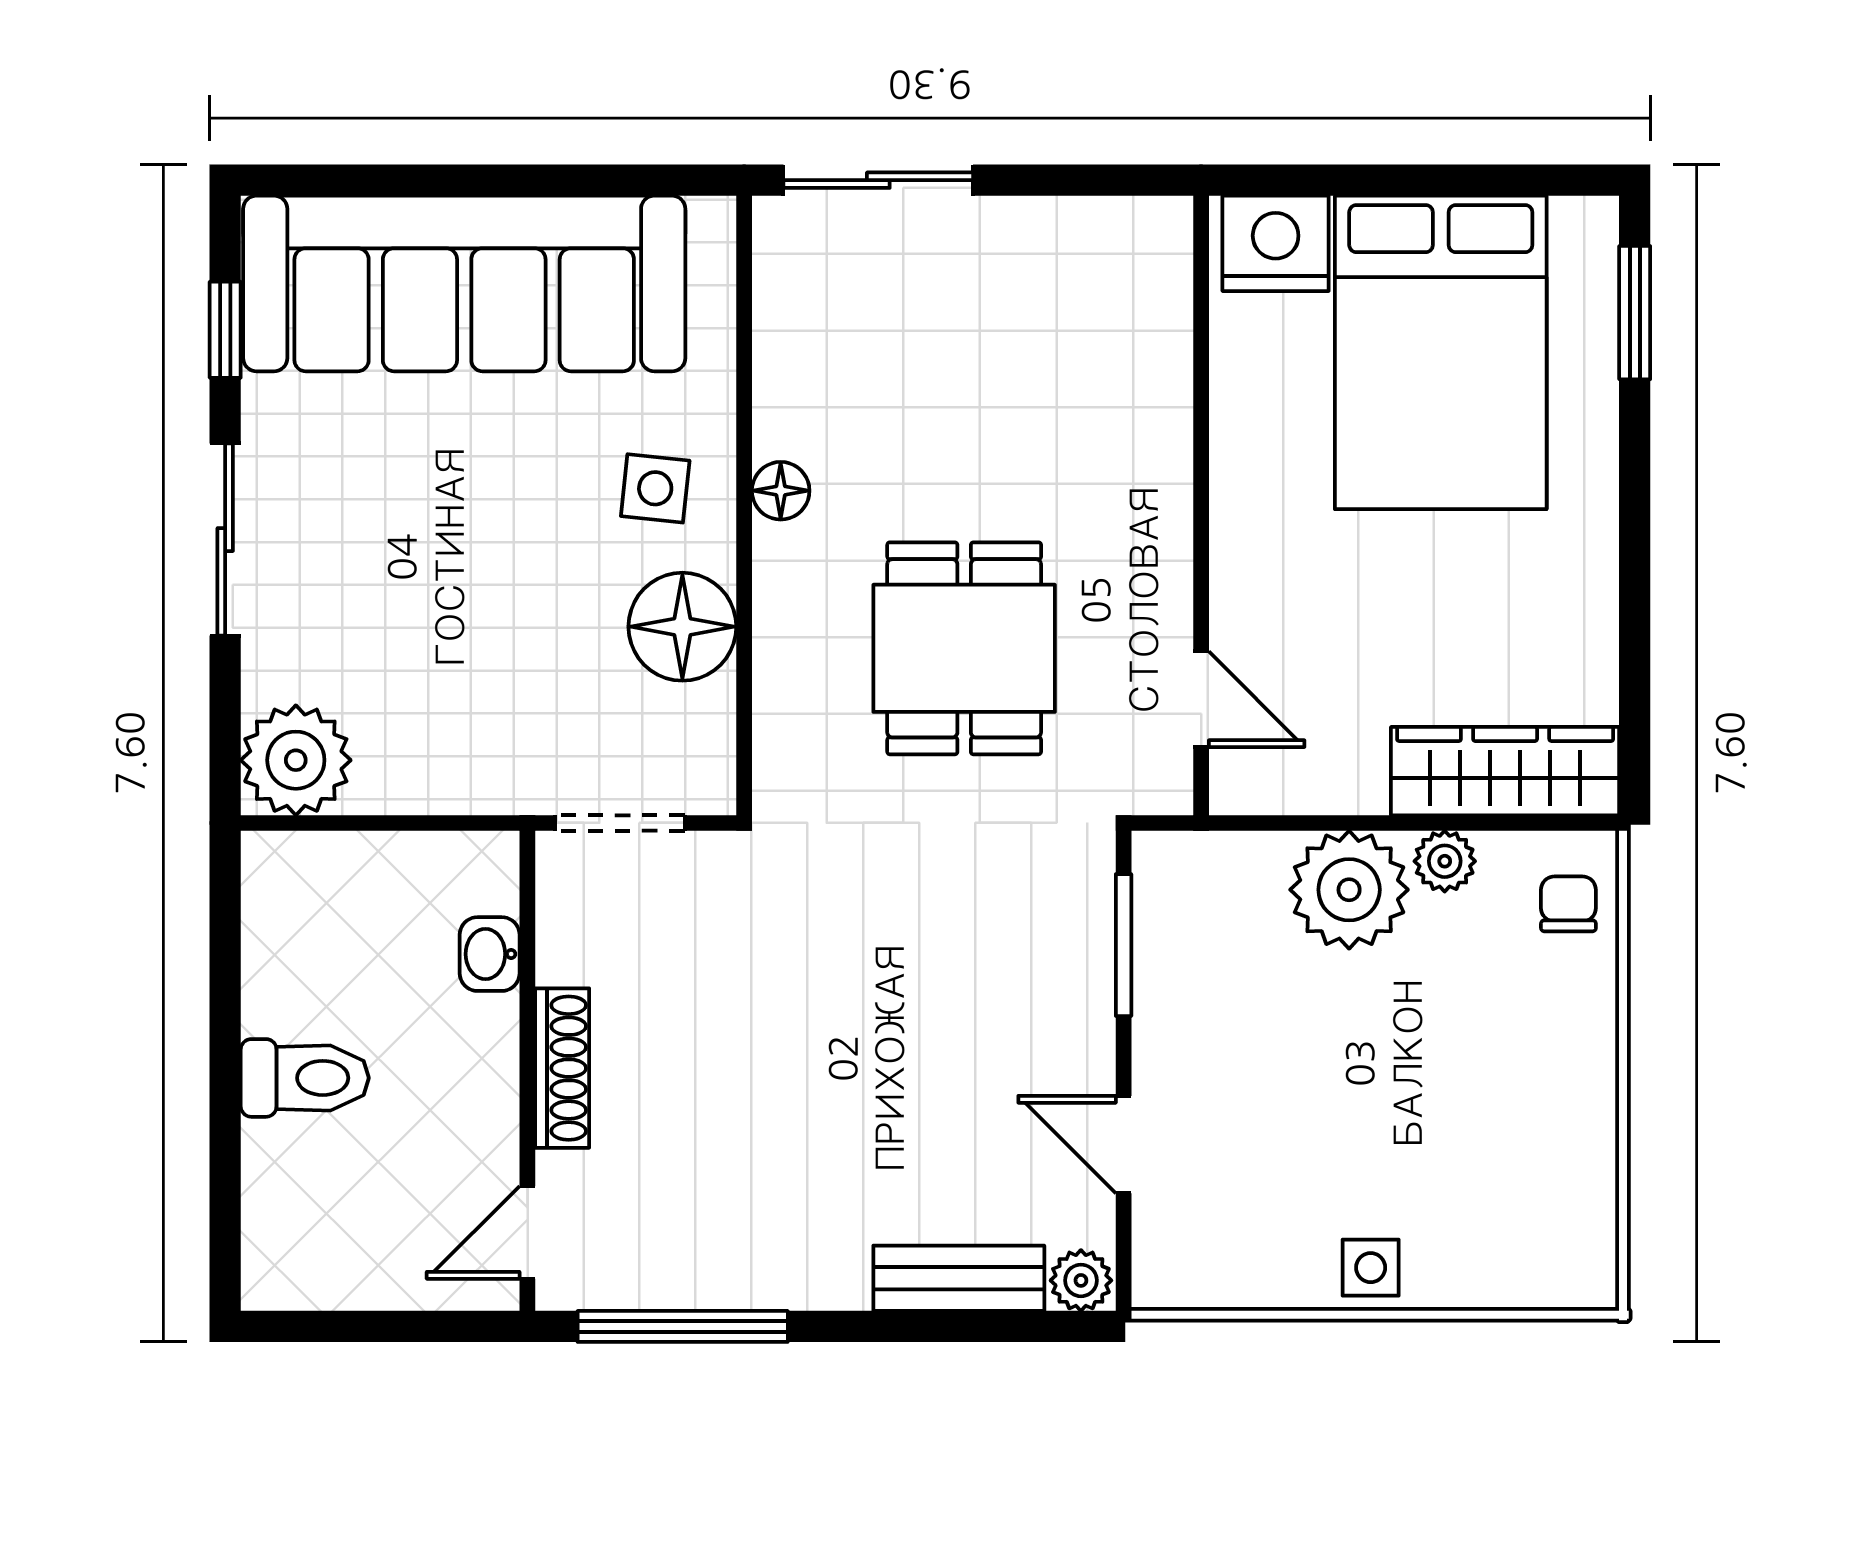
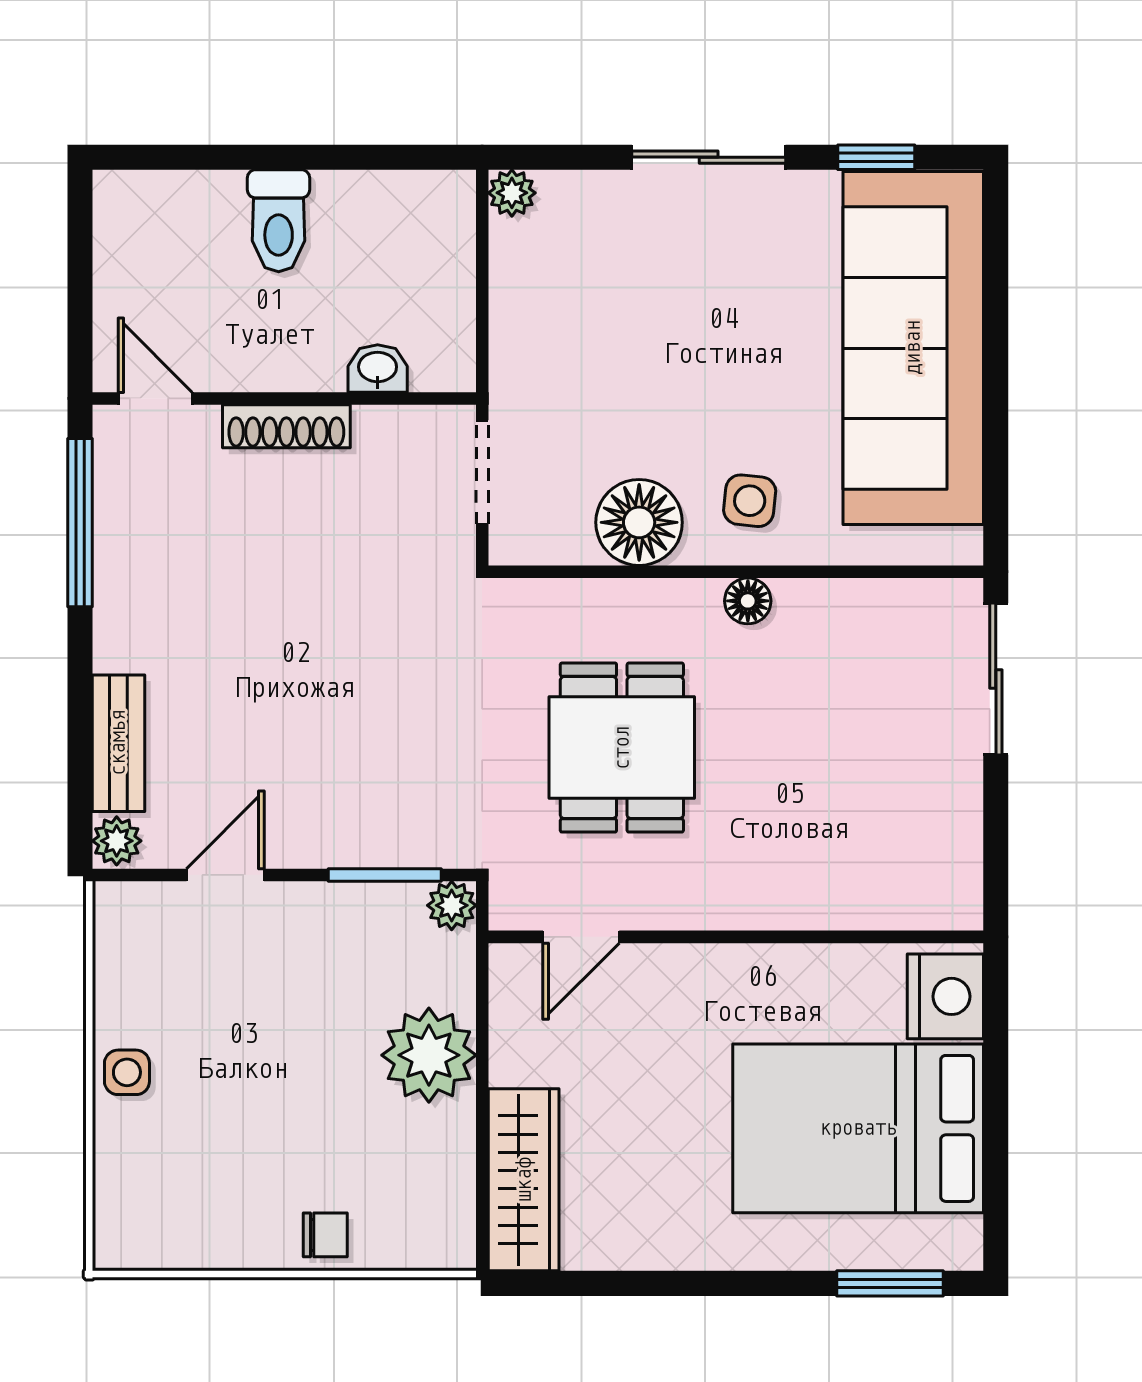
dining table: (964, 648) -> (622, 748), turned 90
plant: (296, 760) -> (512, 193), width x0.53, depth x0.53
plant: (1445, 861) -> (452, 905), moved
chair: (1568, 904) -> (325, 1235), moved

